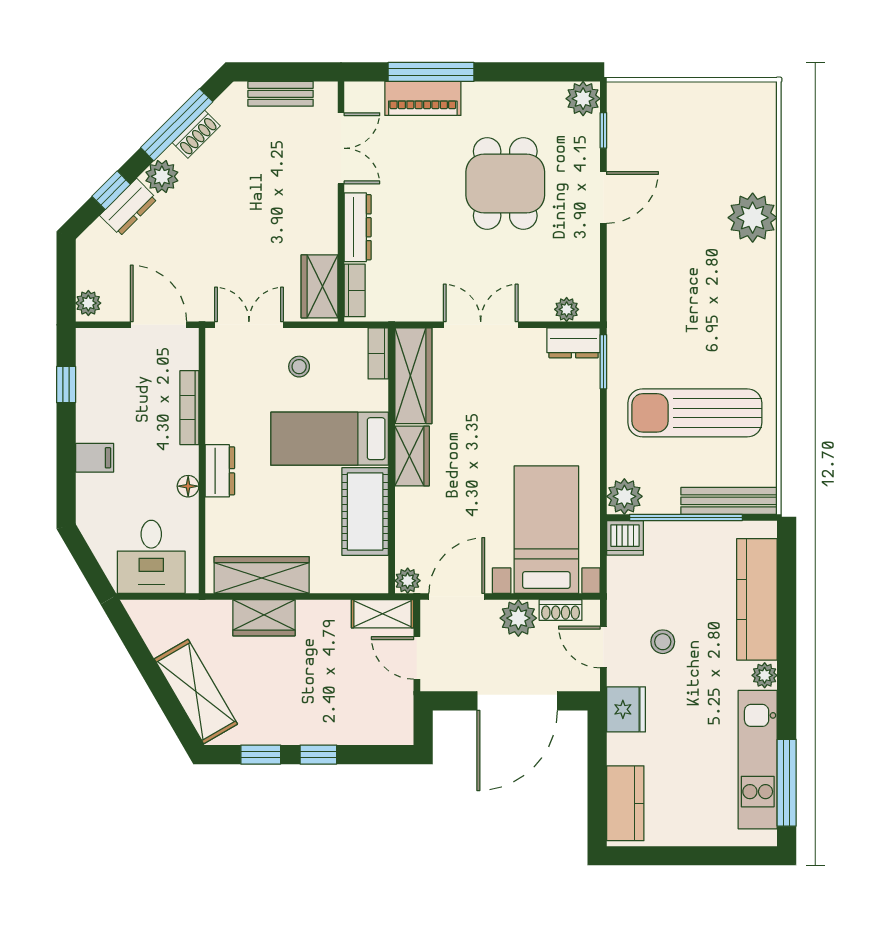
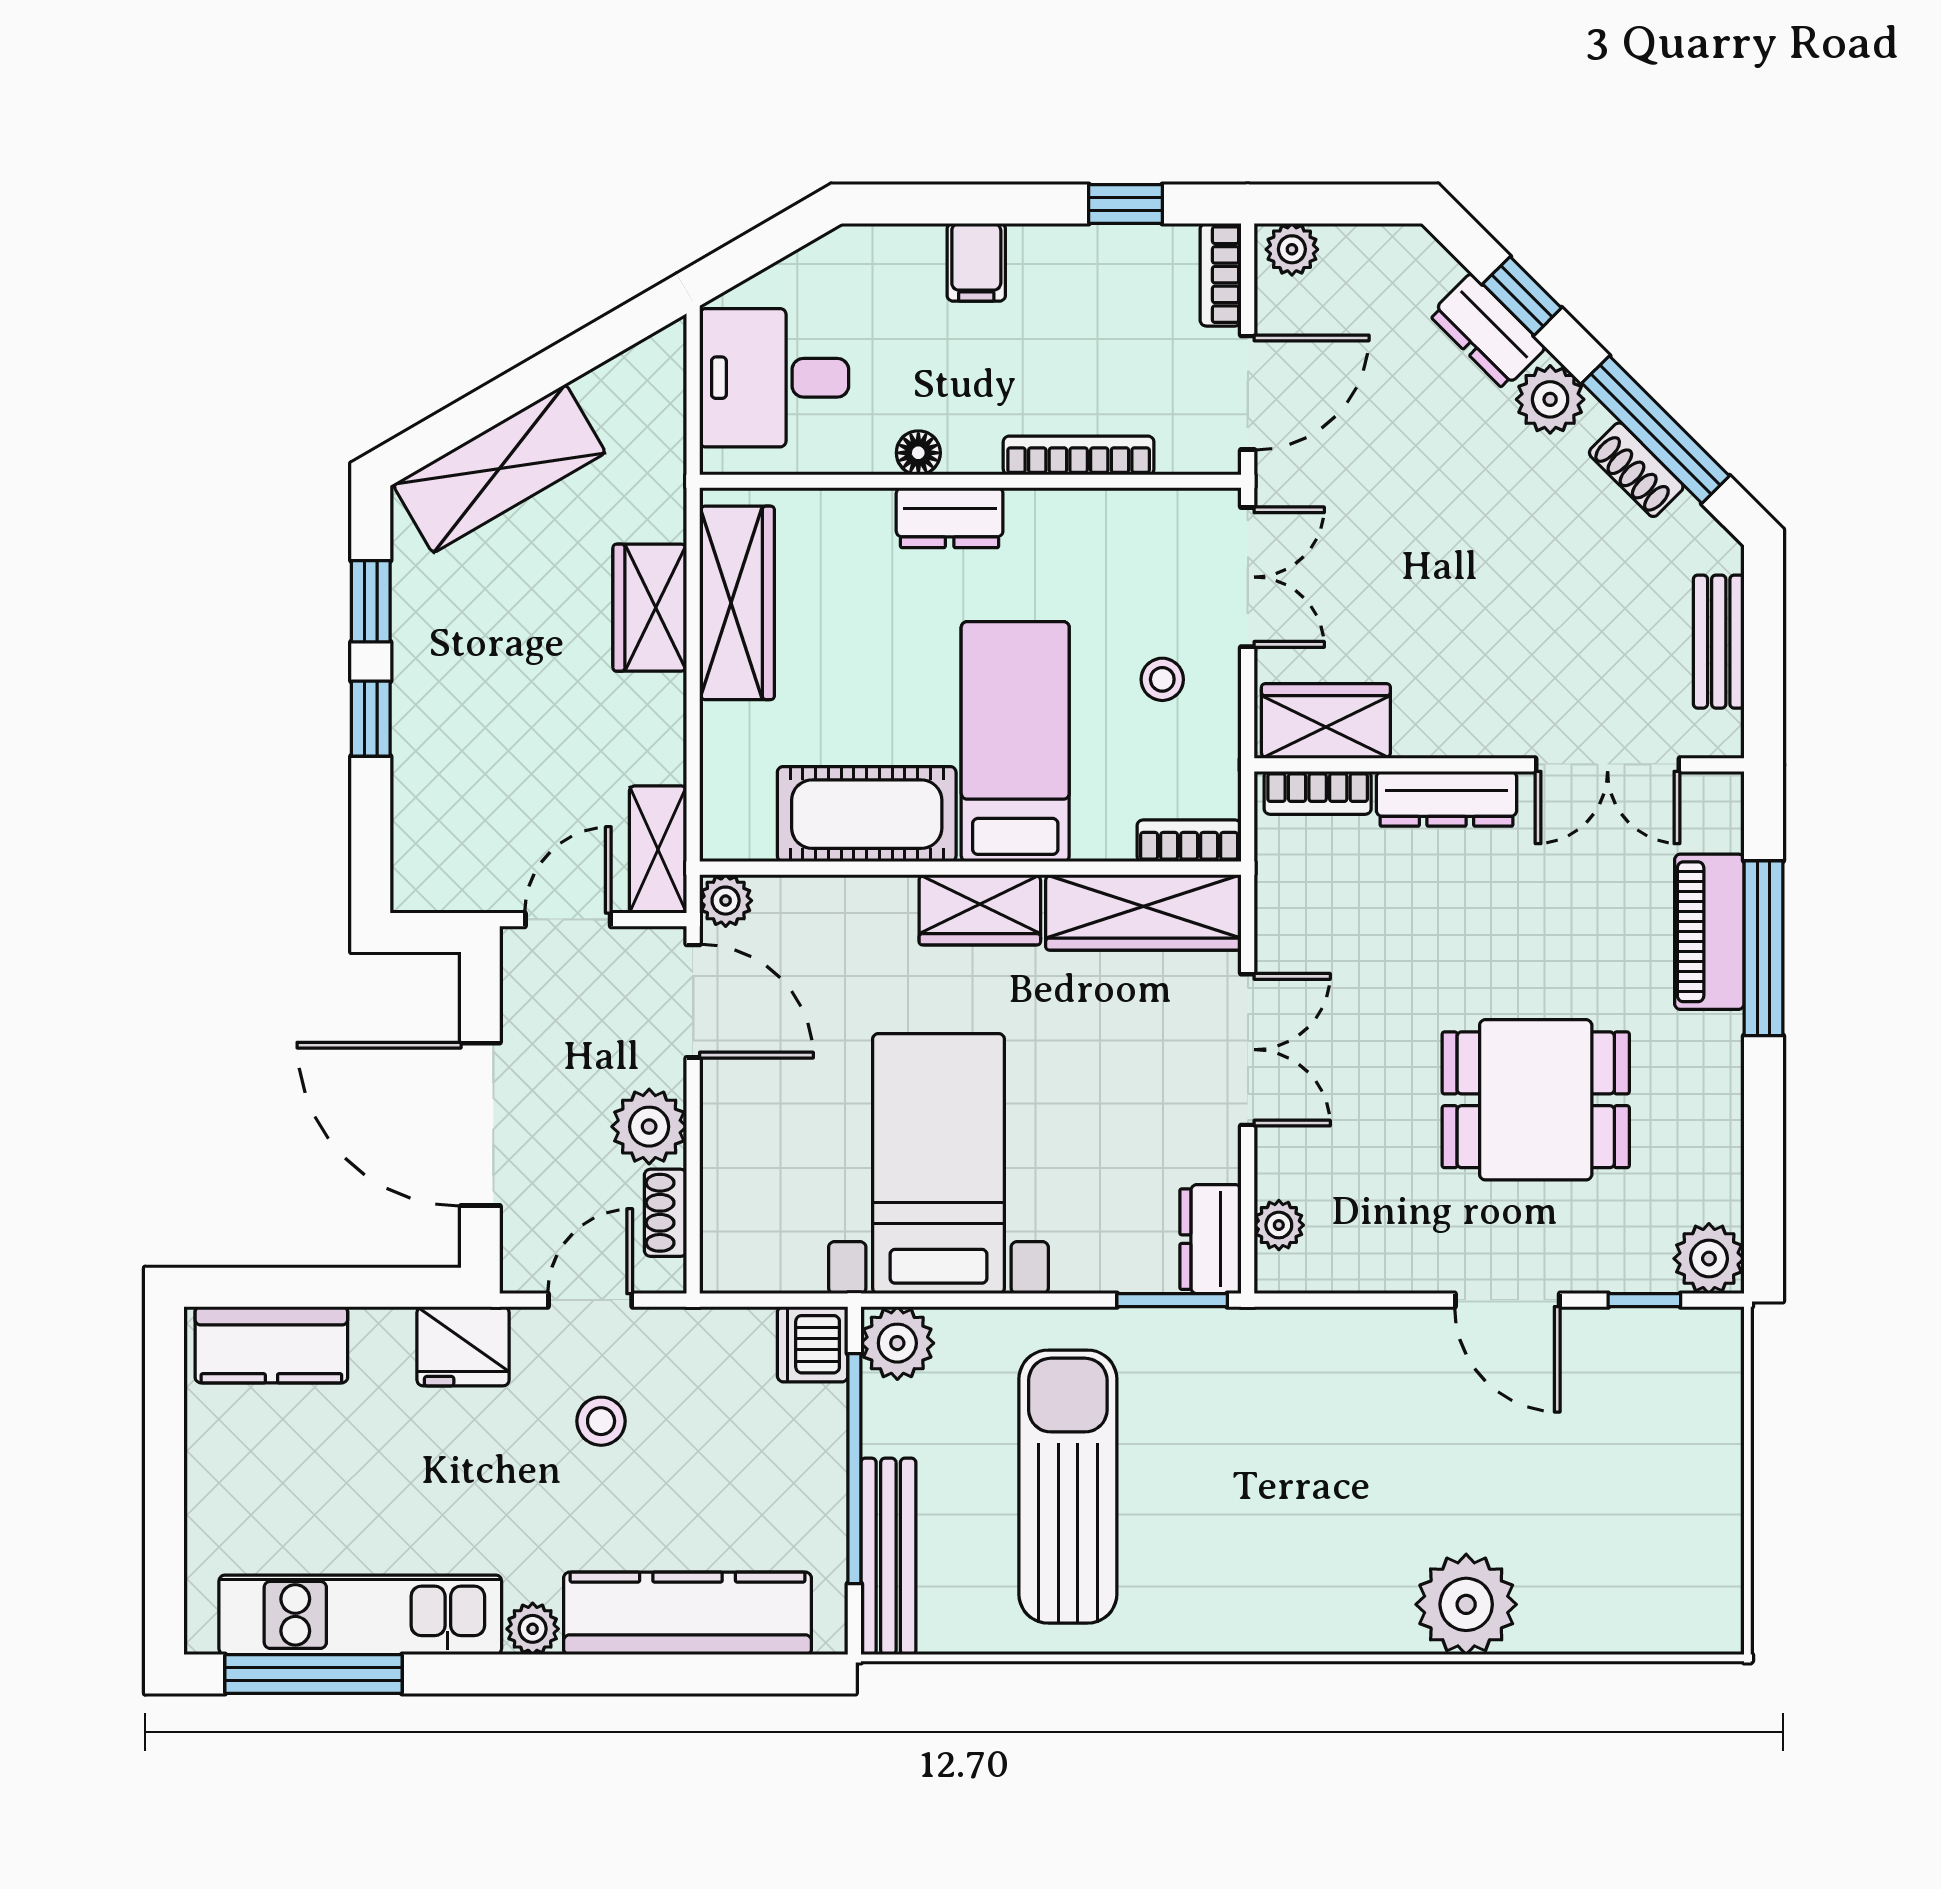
bookcase: (101, 338) -> (1221, 275), added
bed with nightstands: (546, 530) -> (938, 1164), moved, turned -90

